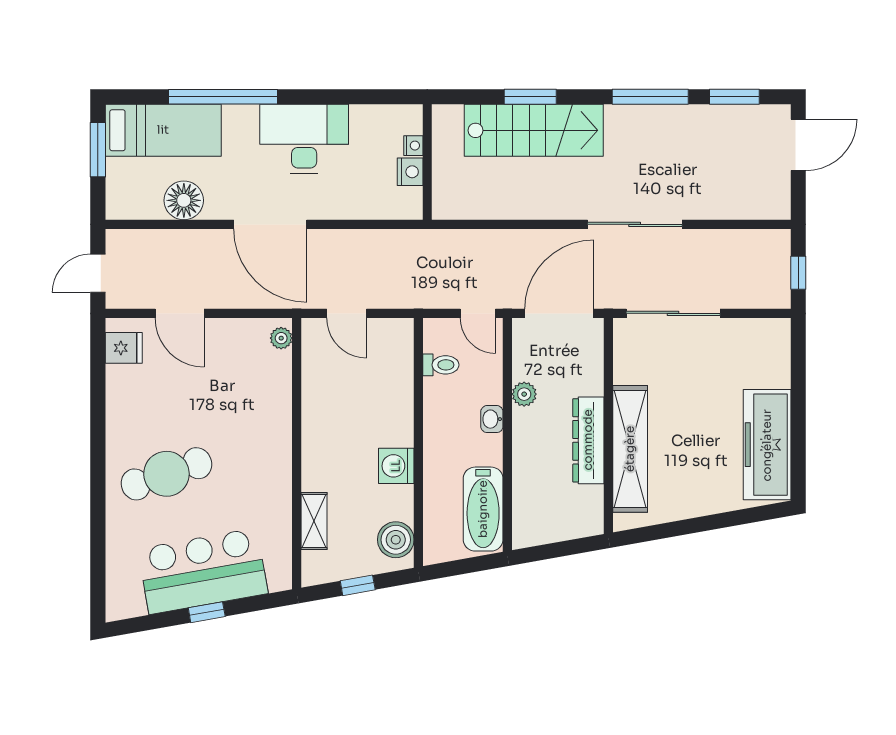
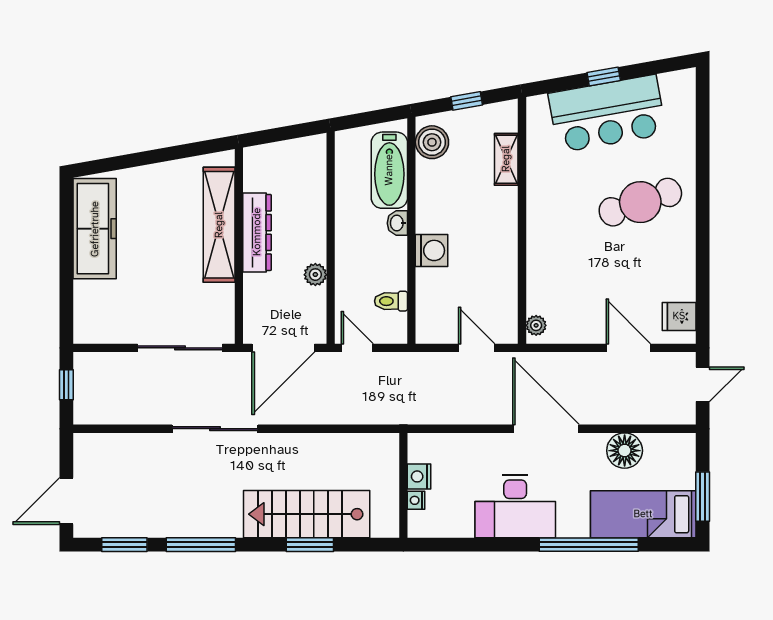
washbasin: (492, 419) -> (397, 223), moved, turned 180
washing machine: (396, 466) -> (432, 250), moved
bathtub: (483, 509) -> (389, 170), moved, turned 180

